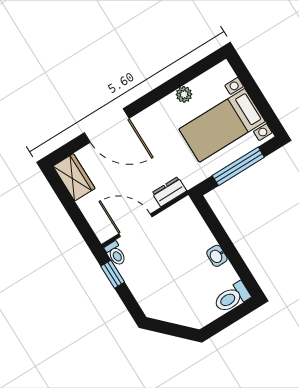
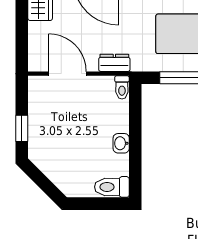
toilet: (116, 254) -> (122, 87), moved
window: (113, 274) -> (22, 128), moved

